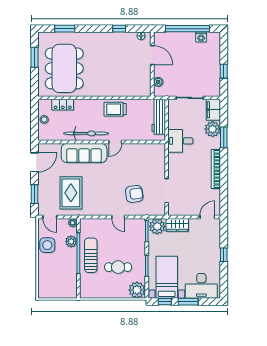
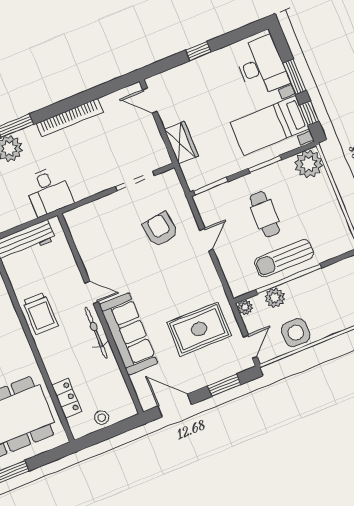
bicycle: (86, 133) -> (96, 333), width x0.73, depth x0.71
plant: (157, 226) -> (197, 173), removed
cafe table: (118, 267) -> (265, 214), moved

